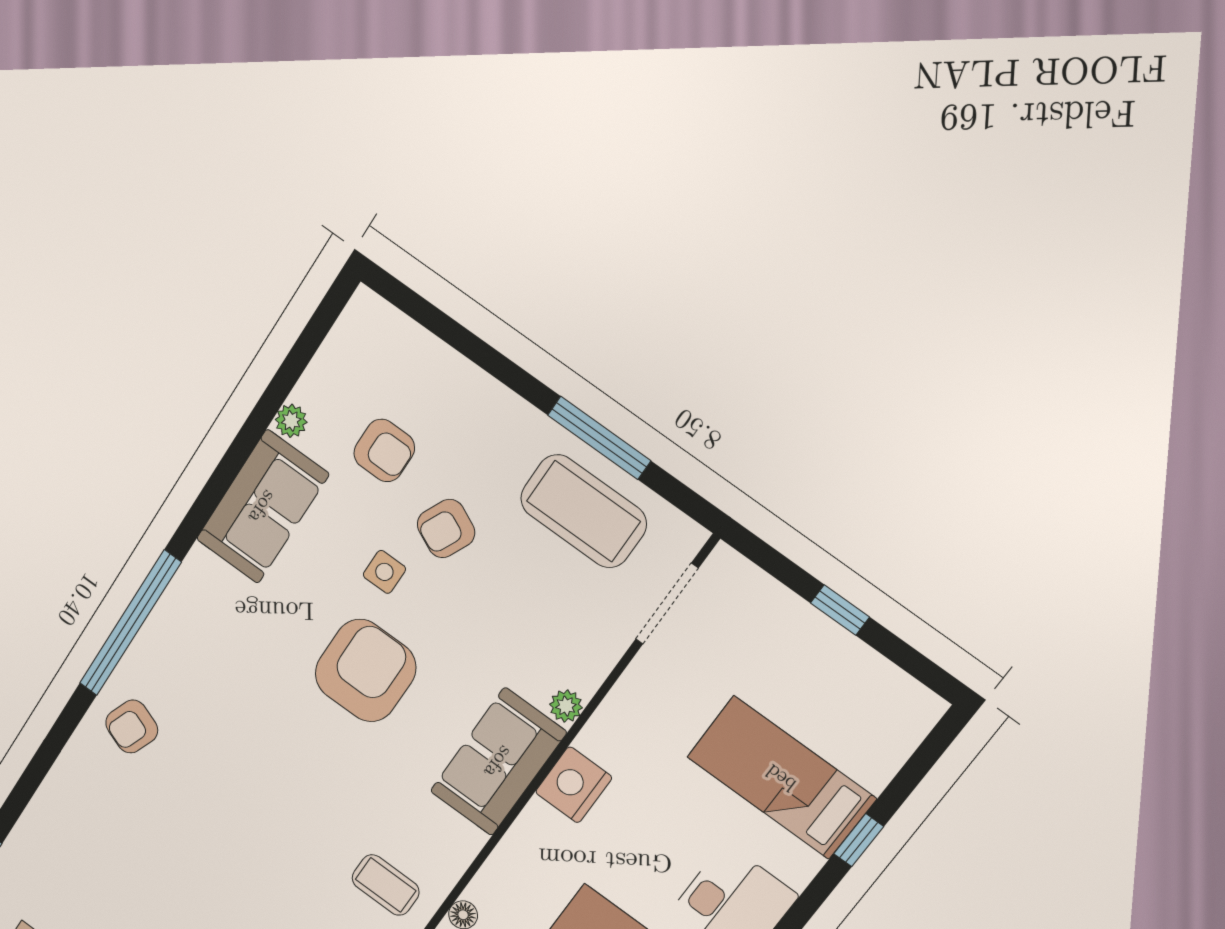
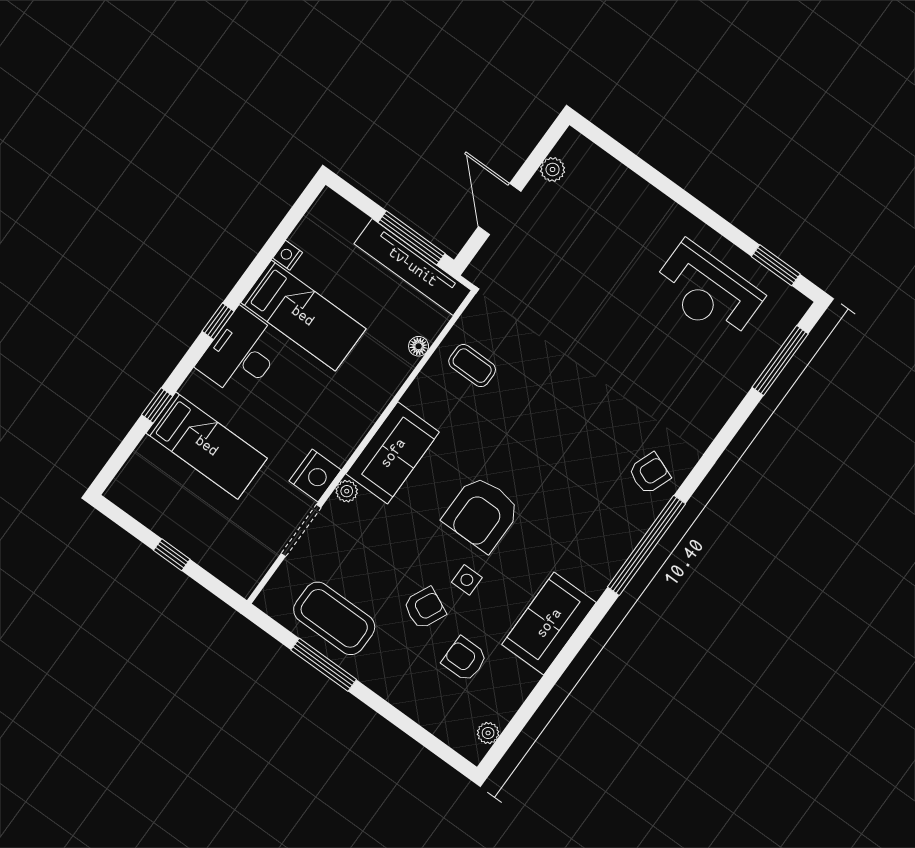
plant: (291, 421) -> (488, 733), moved
doorway: (667, 604) -> (301, 530), moved
nightstand: (574, 785) -> (315, 475), moved

